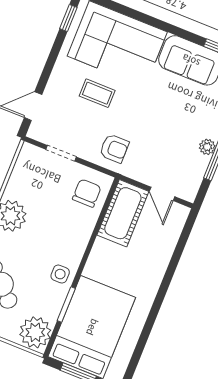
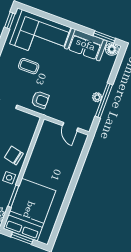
chair: (87, 193) -> (14, 155), moved, turned -78
cot: (123, 213) -> (47, 139), removed

